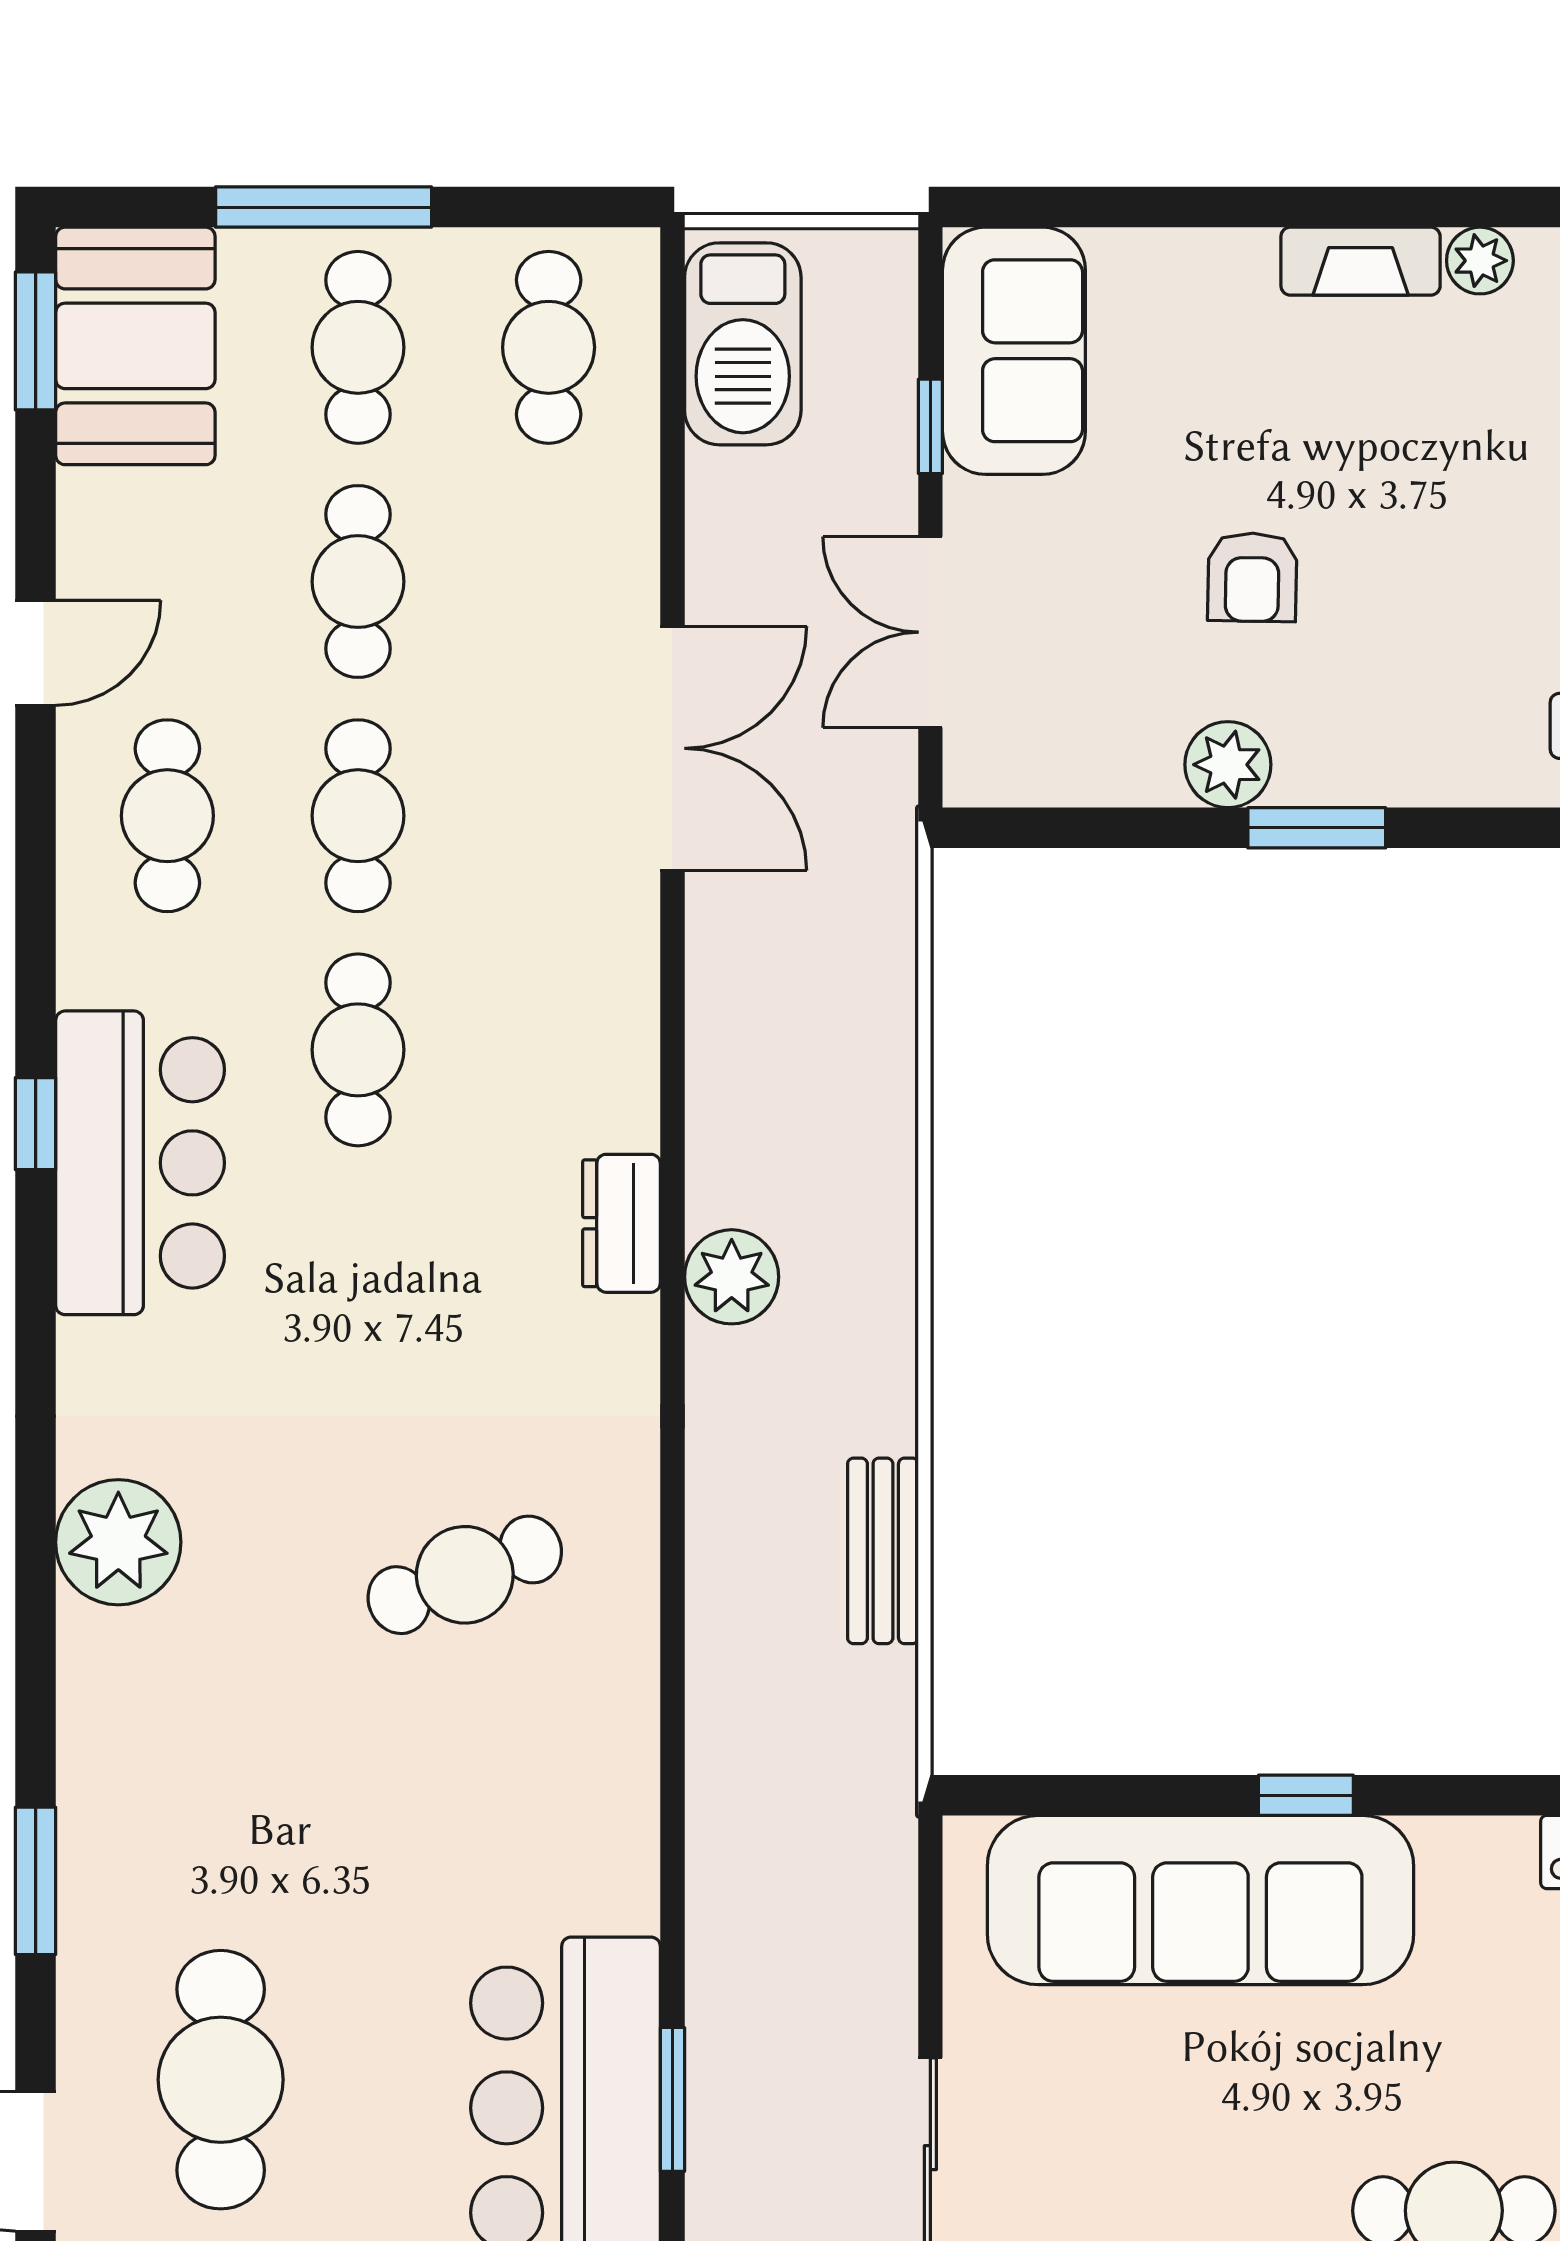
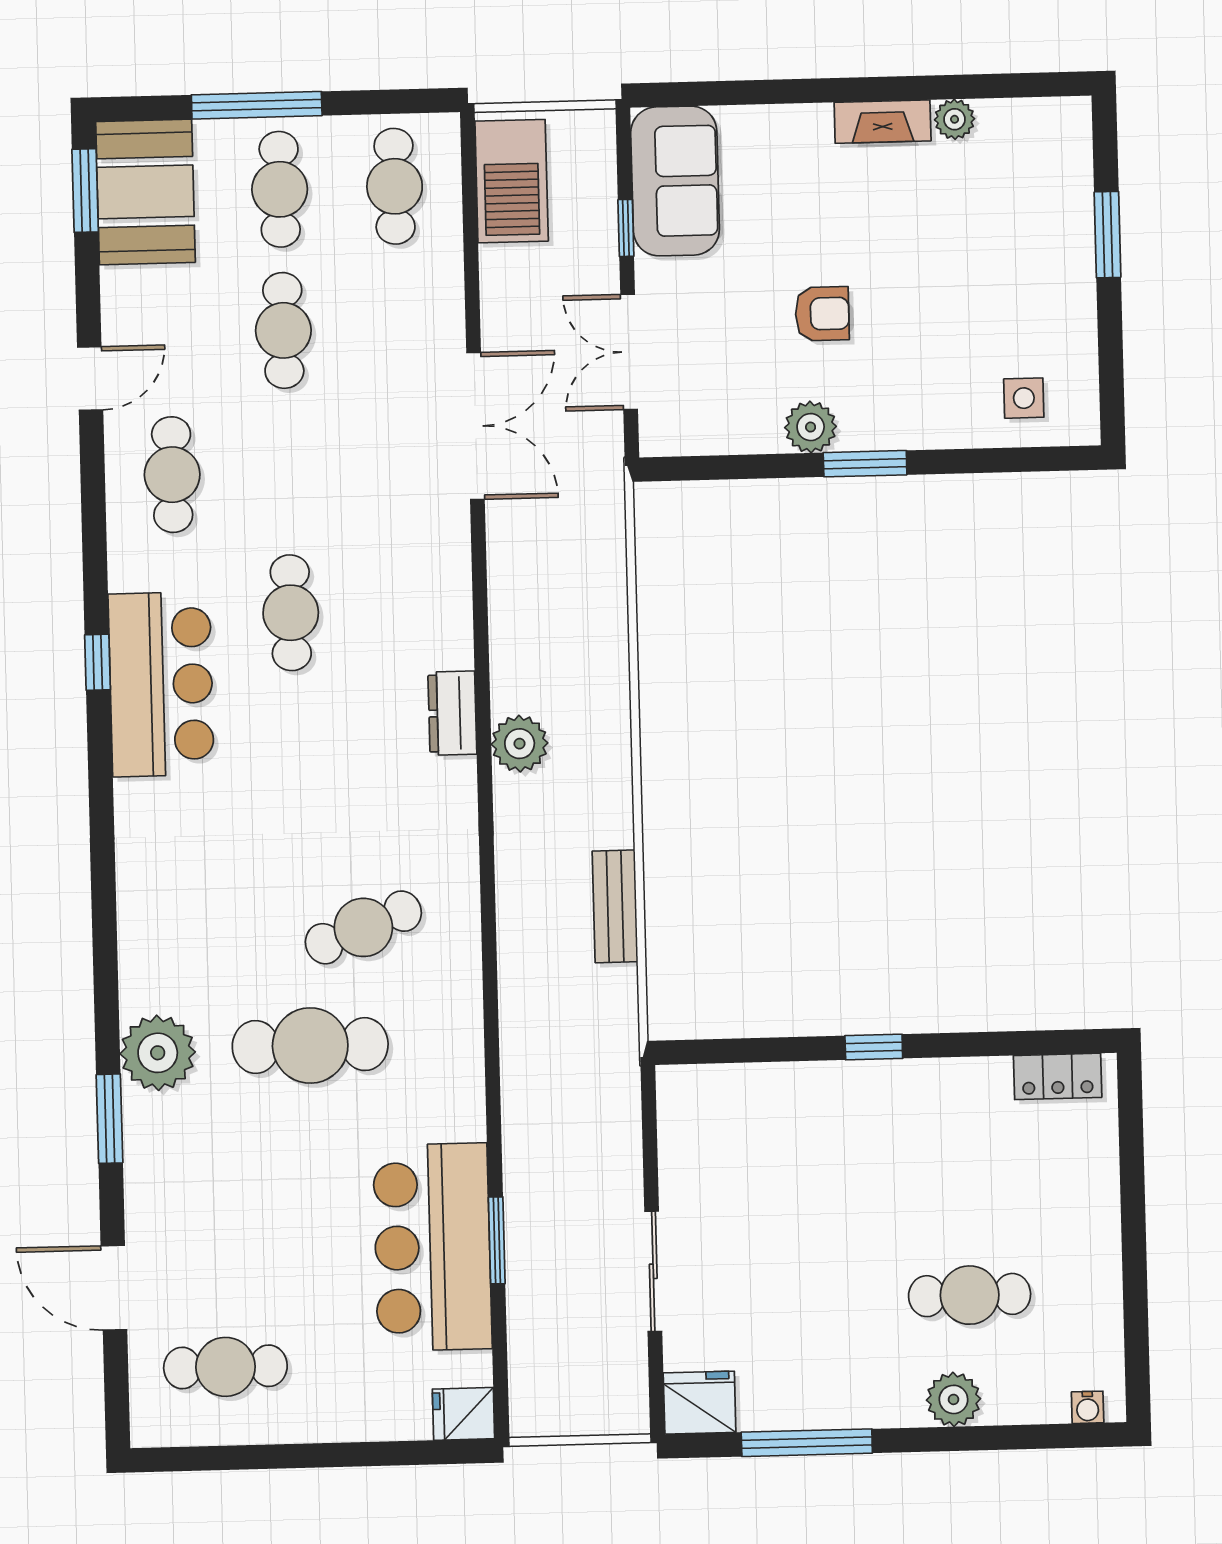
armchair: (1252, 577) -> (822, 314), turned -91
cafe table: (358, 816) -> (287, 472), removed
plant: (118, 1542) -> (158, 1053), moved
sofa: (1200, 1900) -> (812, 1112), removed
cafe table: (221, 2080) -> (310, 1046), moved, turned 90

